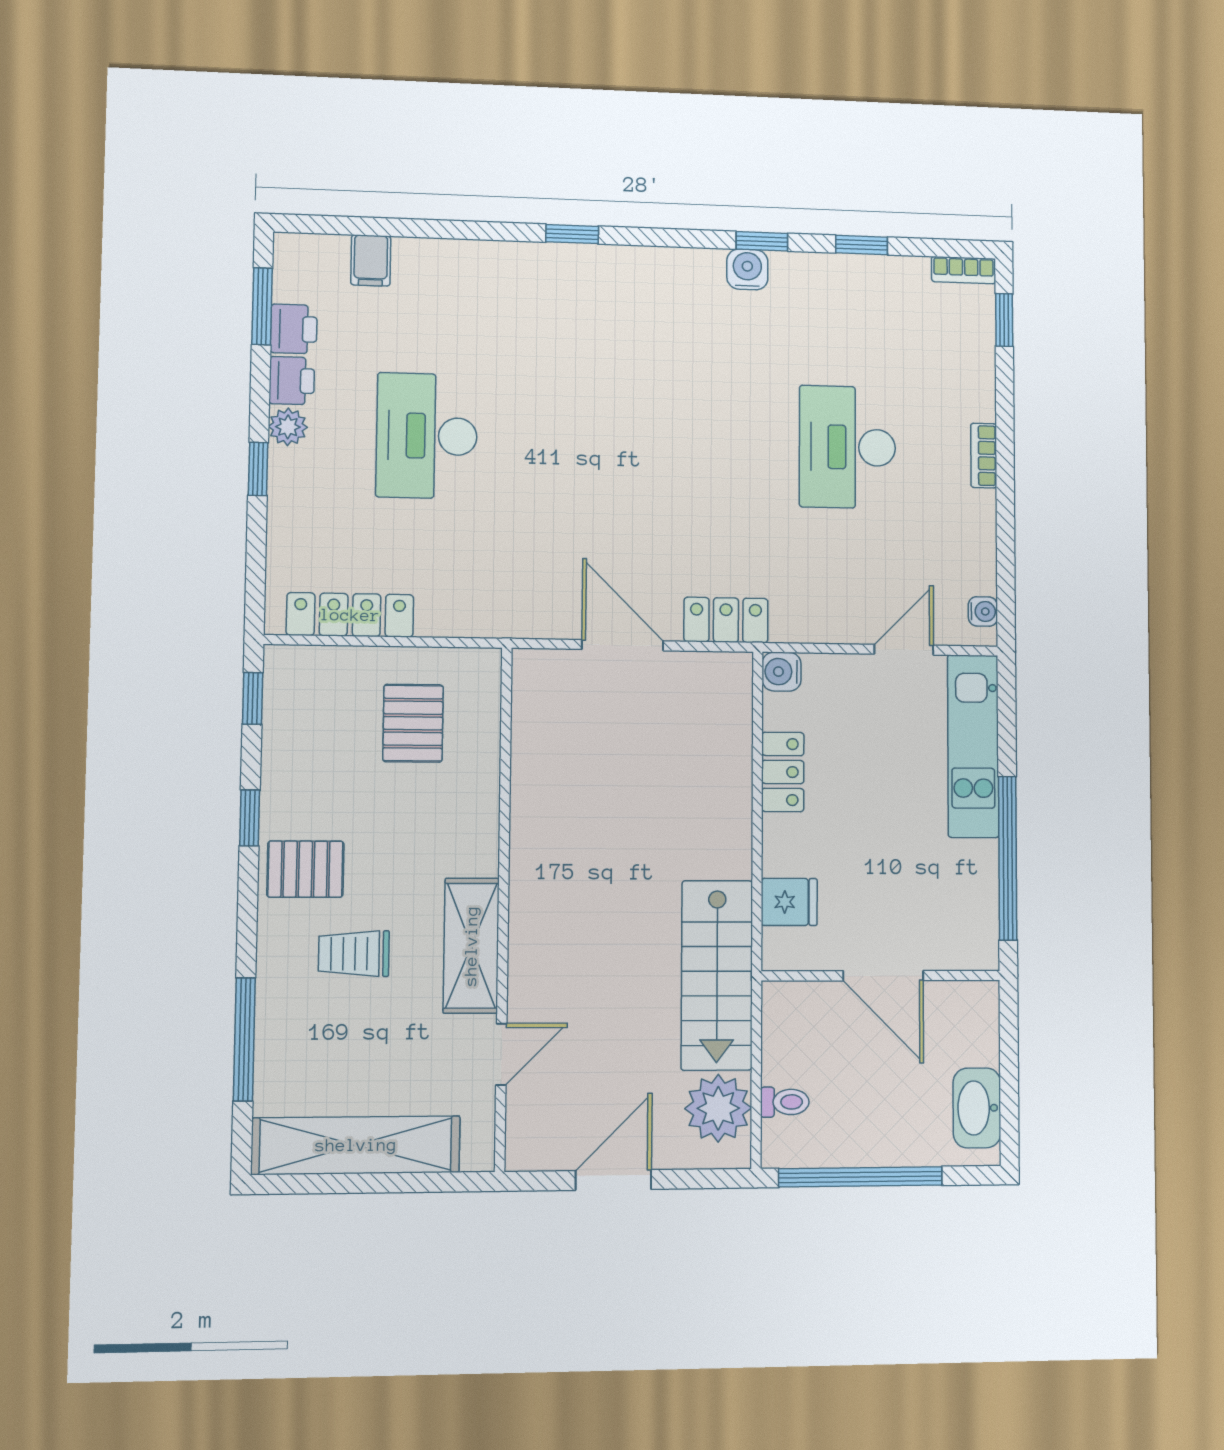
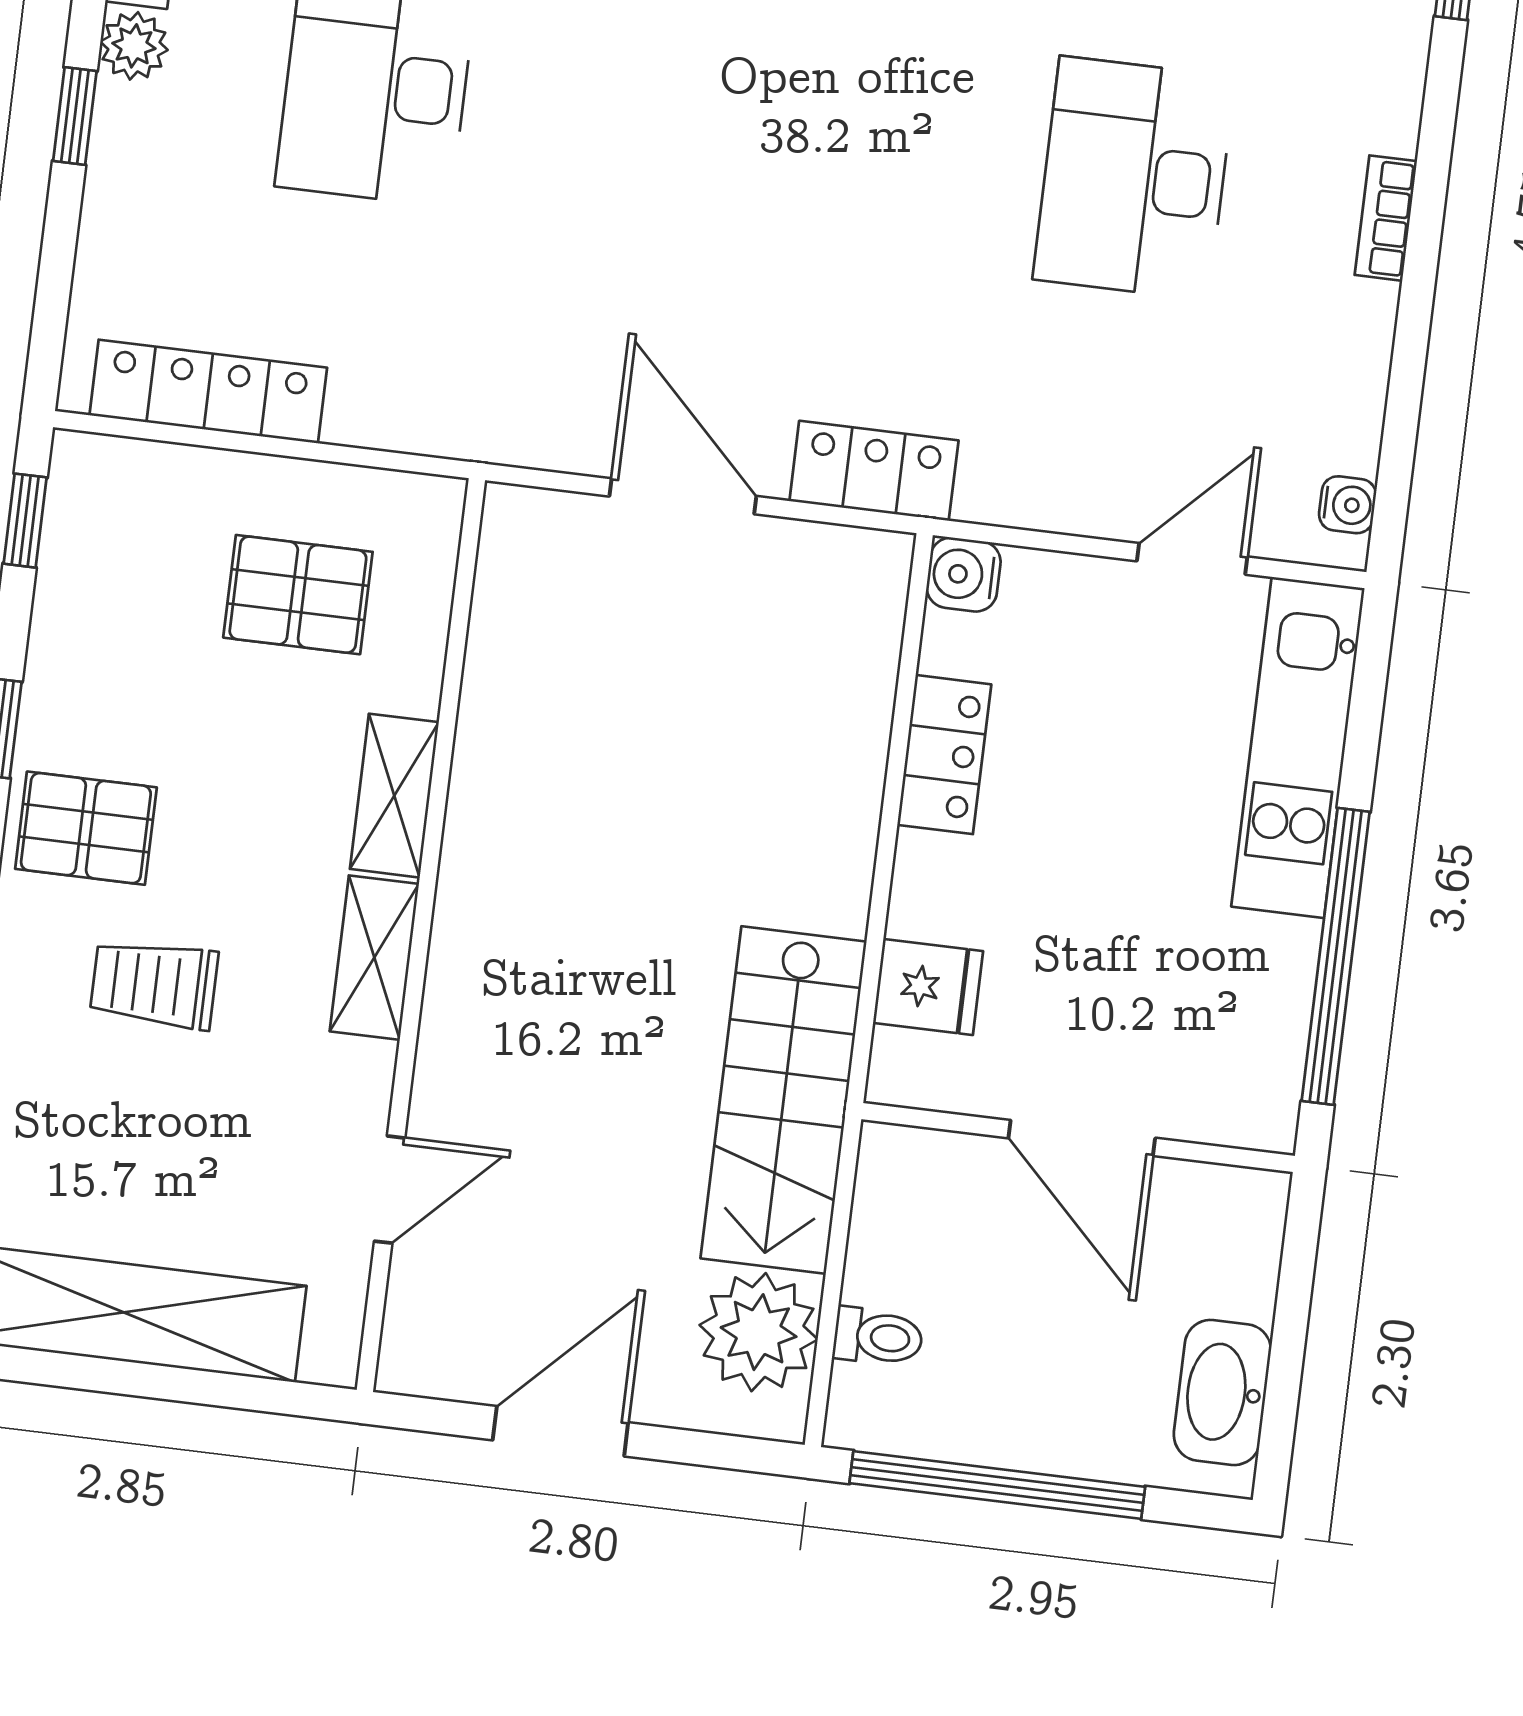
pallet: (413, 723) -> (298, 595), turned 90
shelving: (480, 830) -> (394, 796), added
shelving: (471, 946) -> (374, 958), width x0.67, depth x0.75

